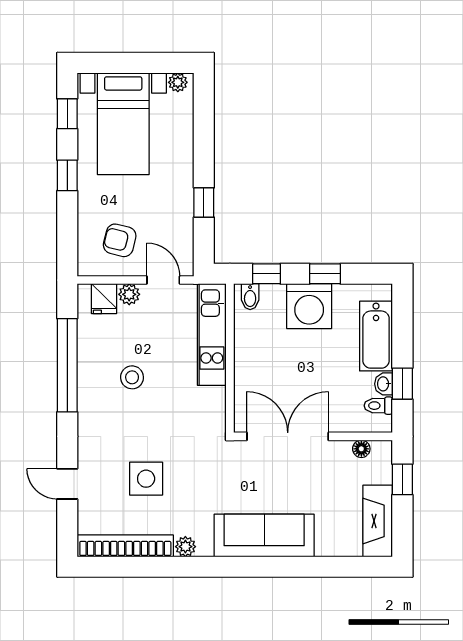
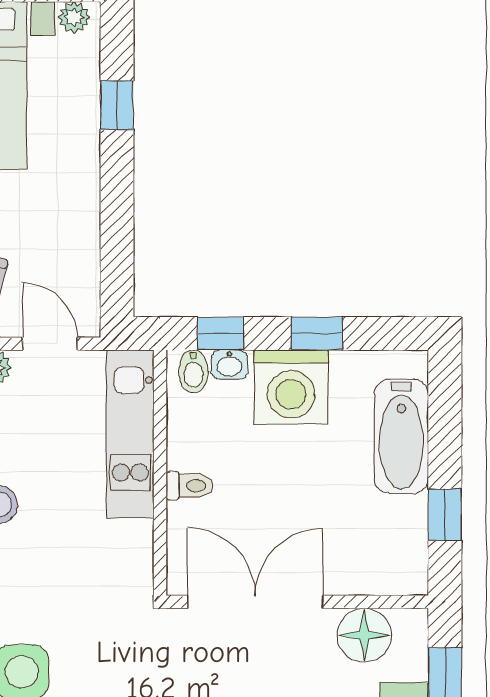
window: (204, 203) -> (117, 105), moved
washbasin: (384, 384) -> (229, 365), moved, turned -90
toilet: (378, 406) -> (190, 486), moved, turned 180
floor lamp: (361, 449) -> (364, 635), width x1.89, depth x1.89

